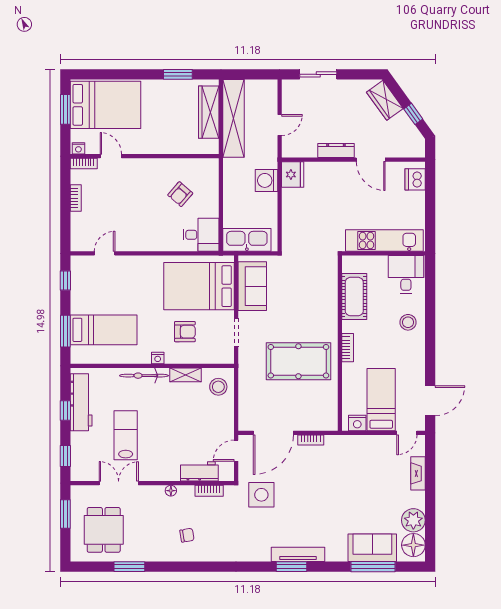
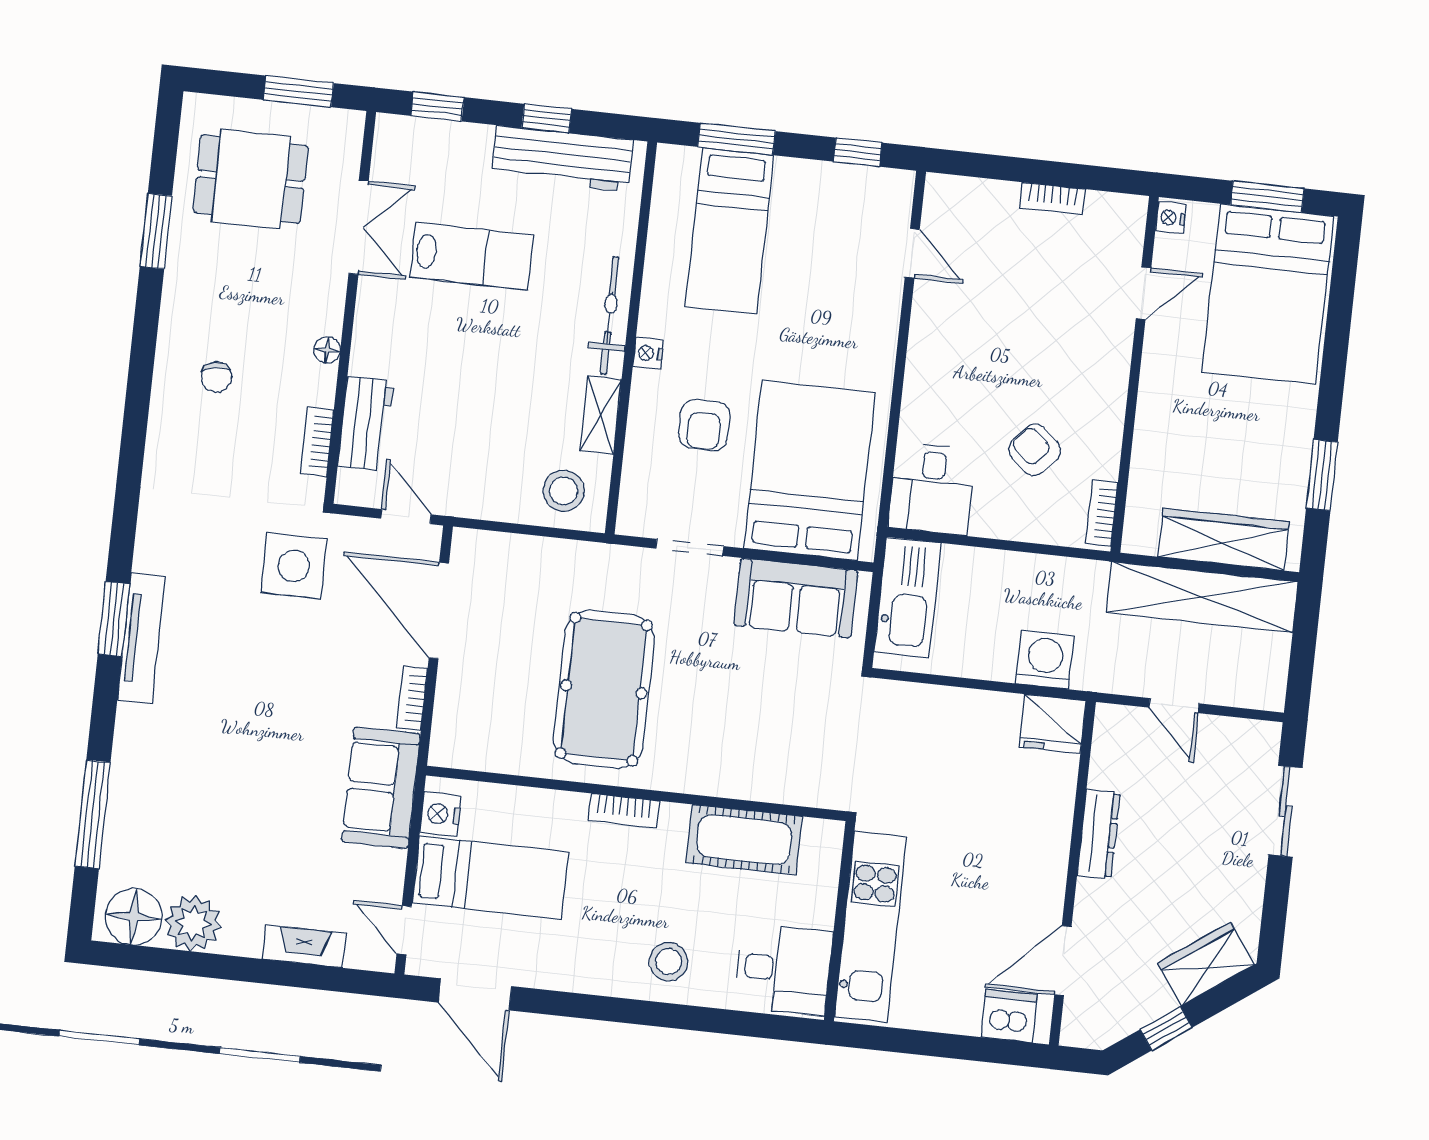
door: (371, 160) -> (1063, 961), moved
bookcase: (84, 164) -> (1102, 513), moved
sofa: (372, 548) -> (381, 788), moved, turned 180

